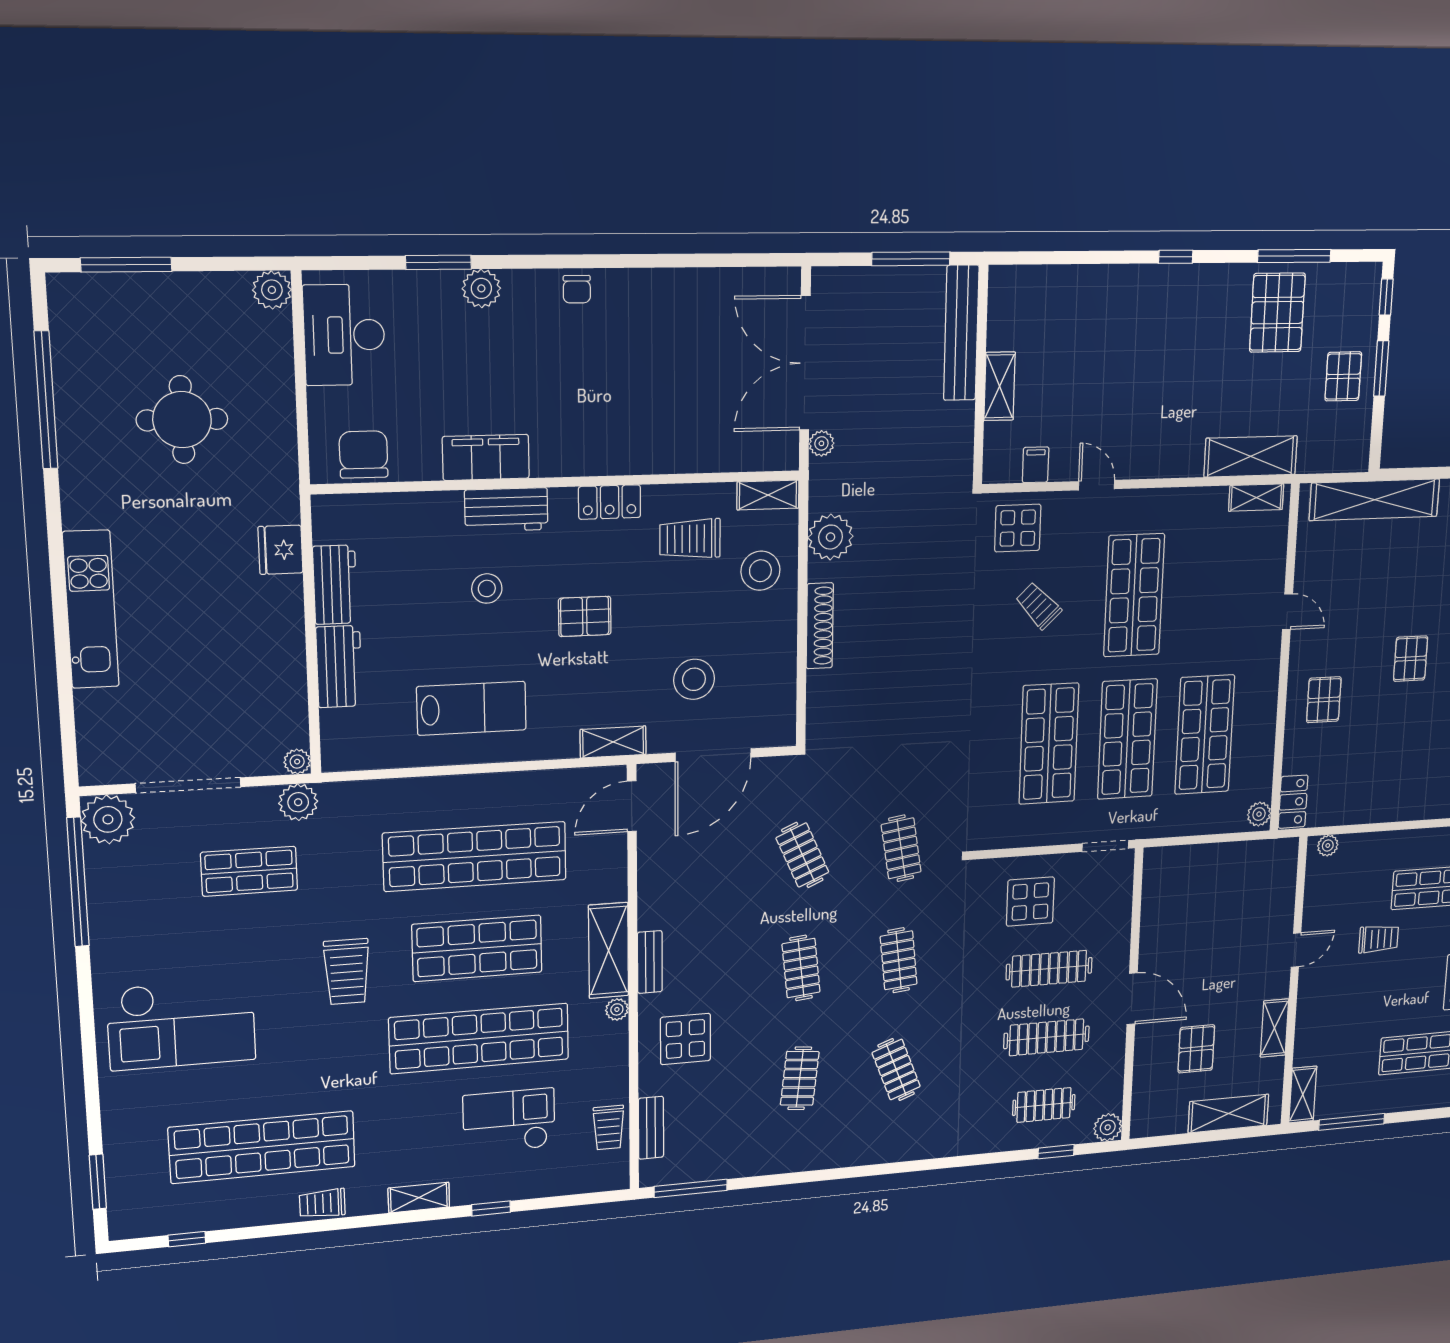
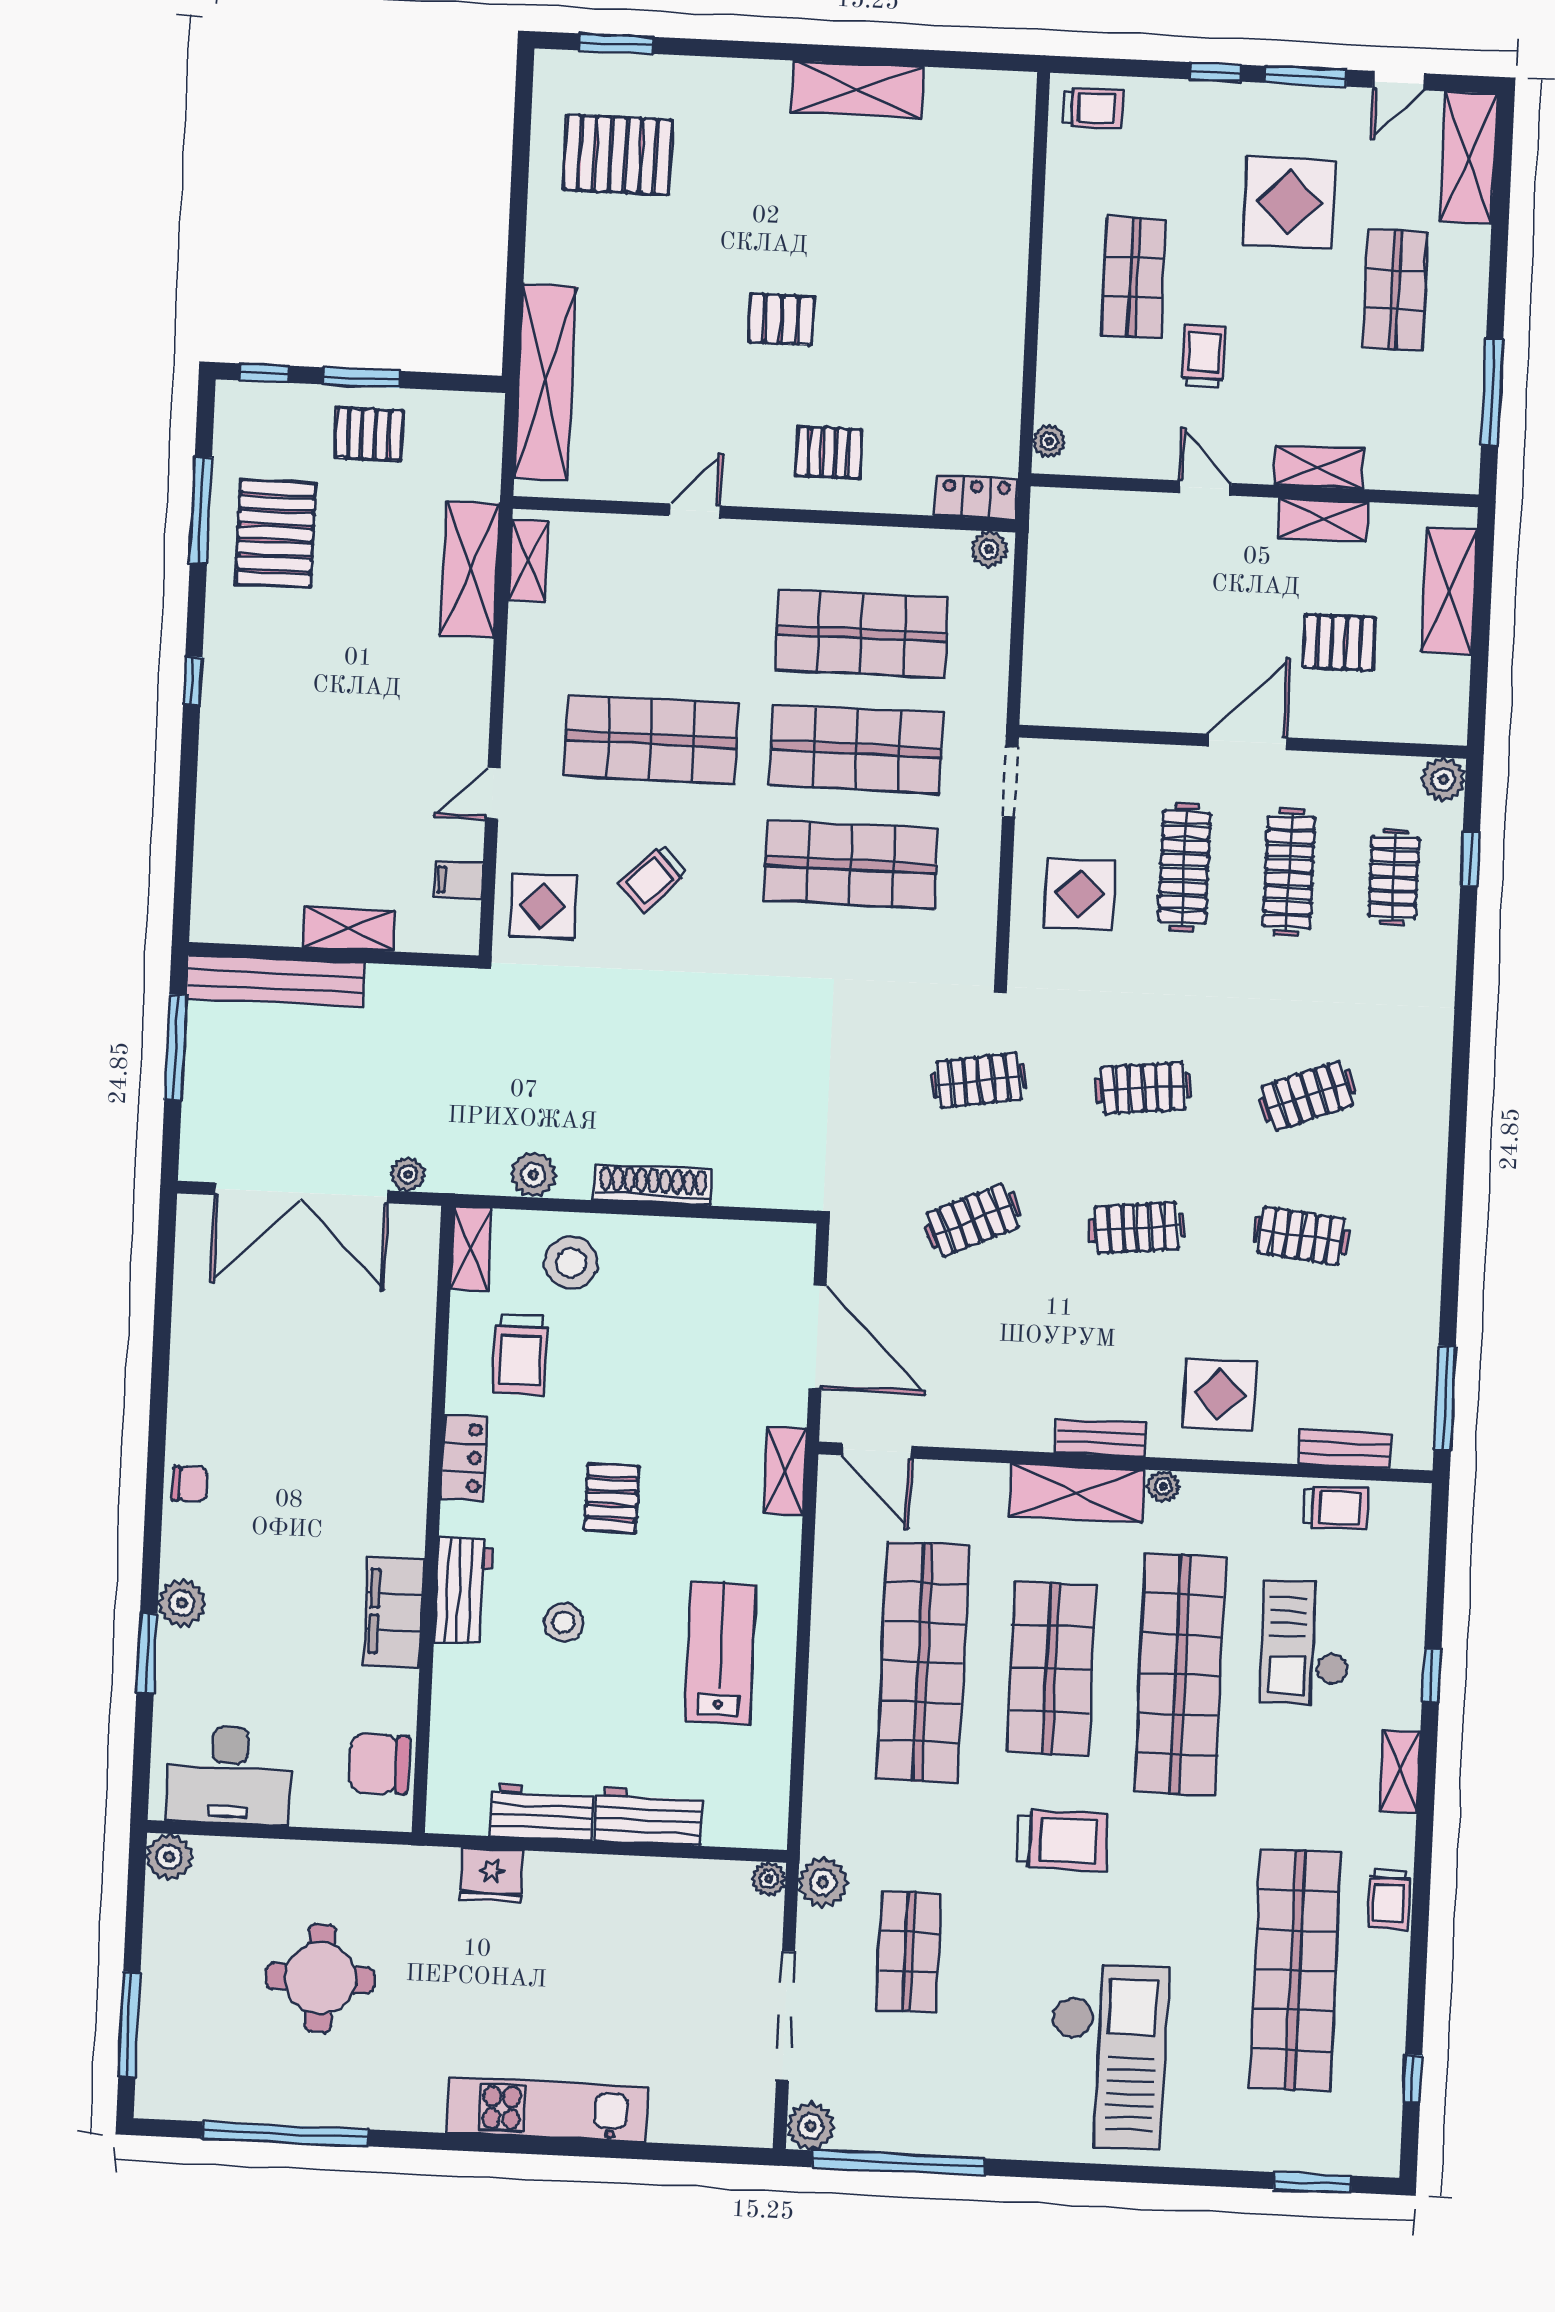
pallet: (1277, 313) -> (276, 533), turned 90
plant: (831, 537) -> (533, 1175), width x0.73, depth x0.73
stool: (694, 679) -> (710, 1359), removed
plant: (108, 819) -> (811, 2126), width x0.73, depth x0.73
shelving: (1303, 1095) -> (1319, 467), moved

